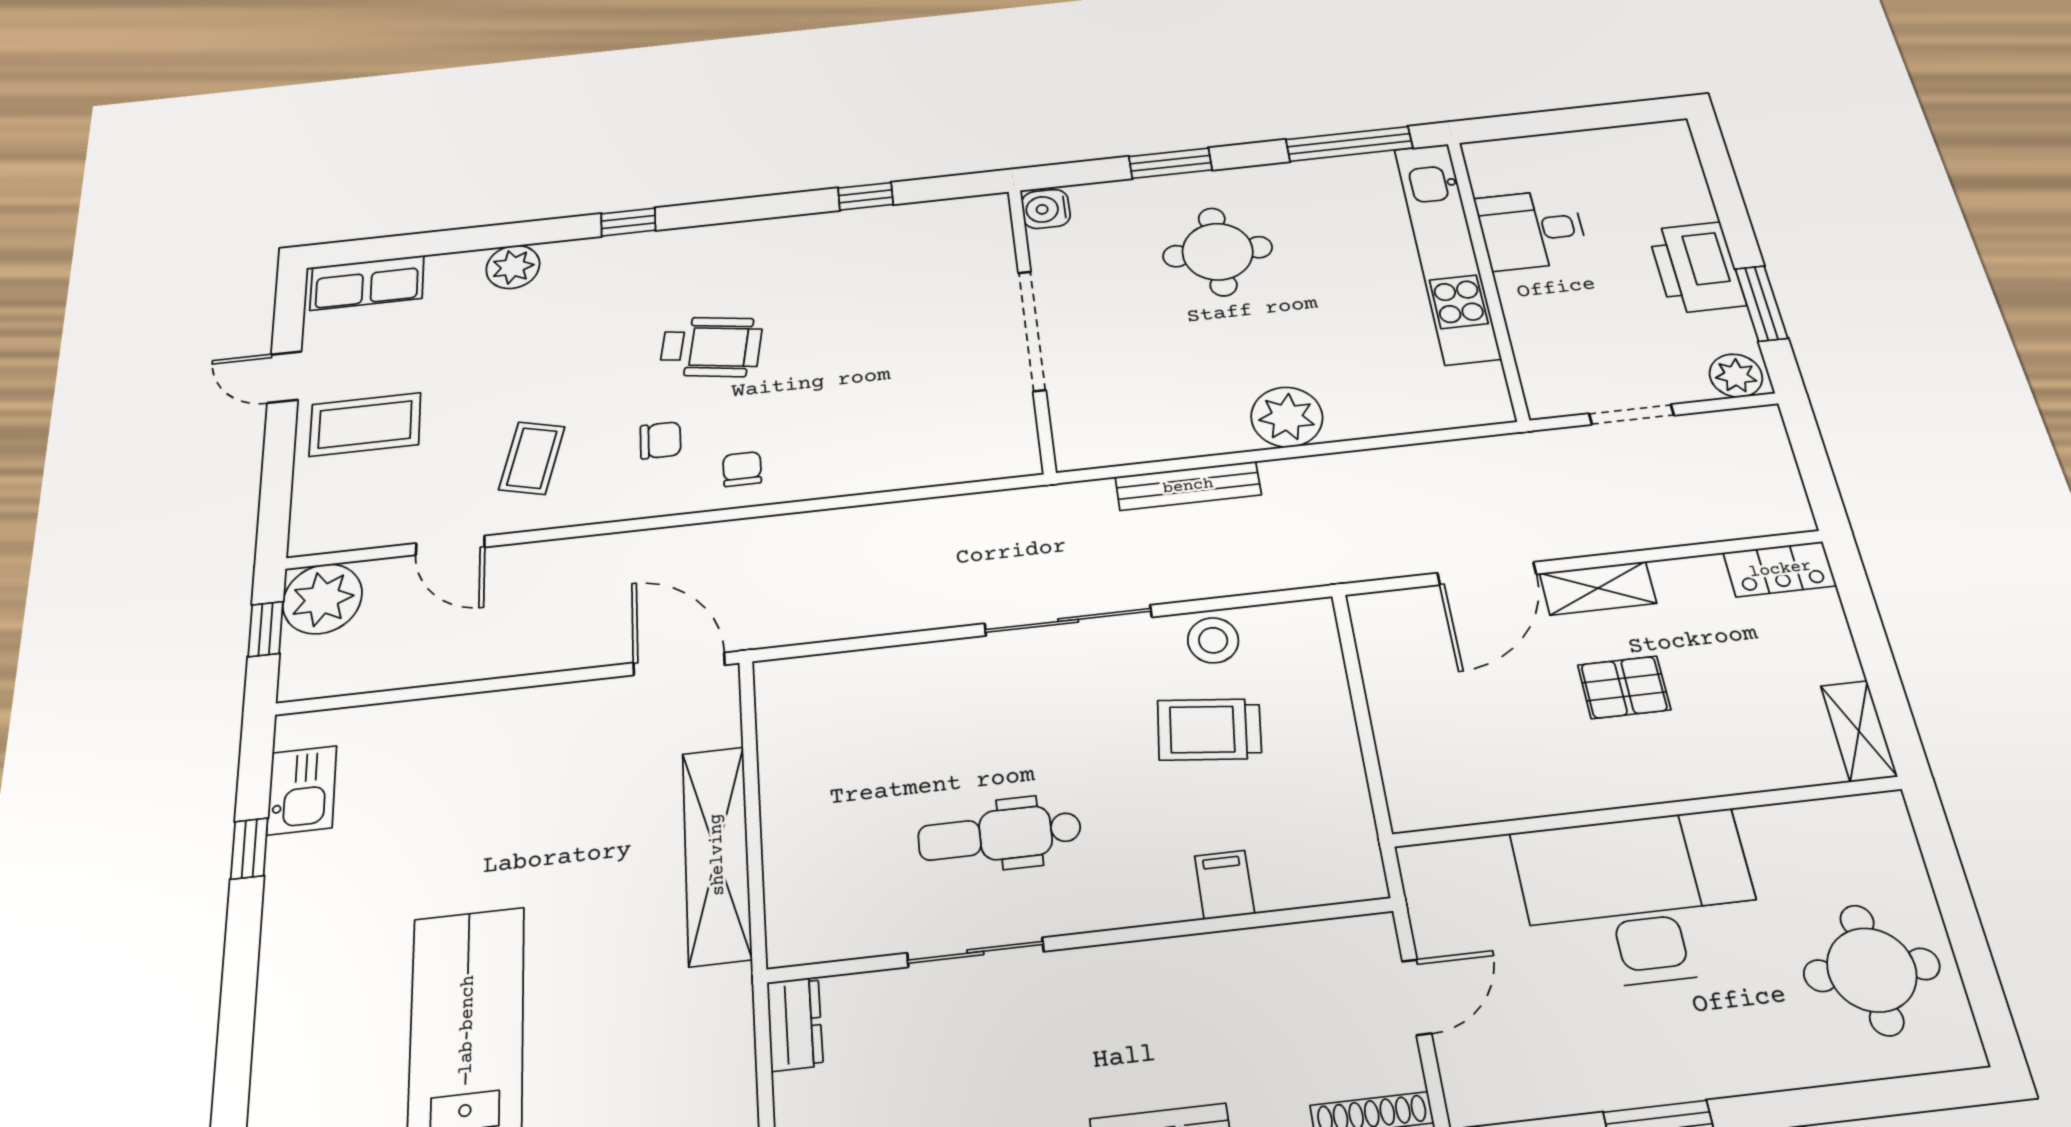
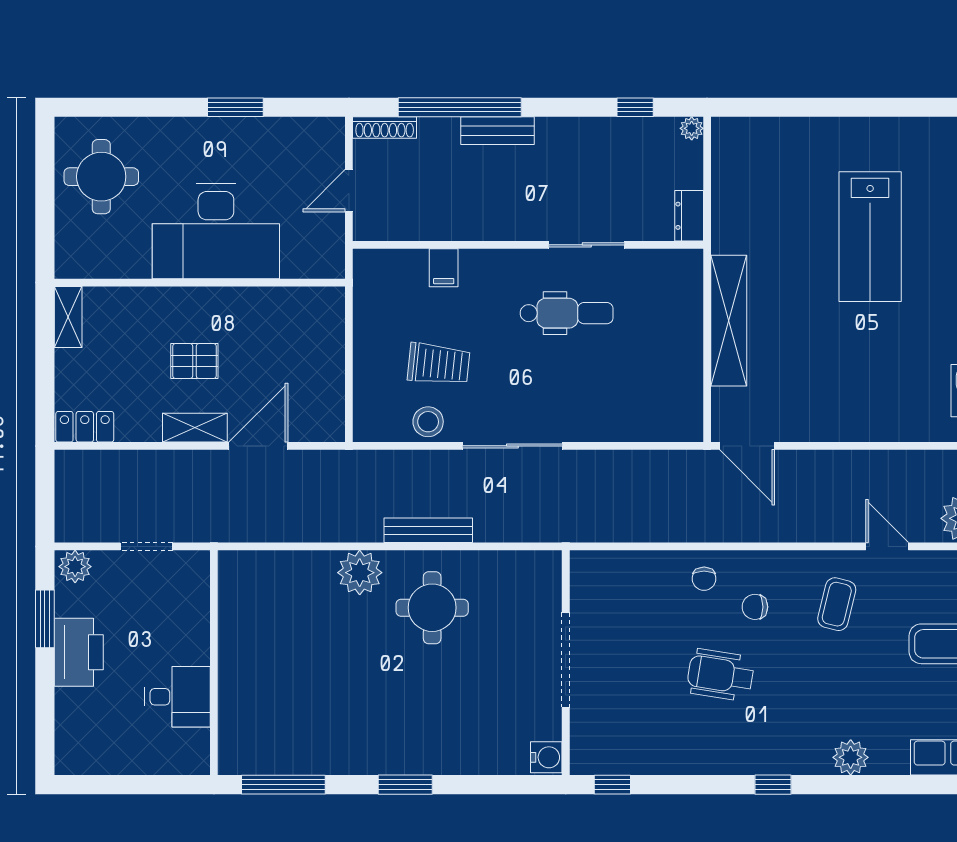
water cooler: (1046, 209) -> (546, 757), moved
round table: (1218, 252) -> (432, 608), moved
kitchen unit: (1447, 252) -> (236, 686), removed
wall: (1031, 327) -> (566, 663), moved
doorway: (1032, 331) -> (566, 660), moved

